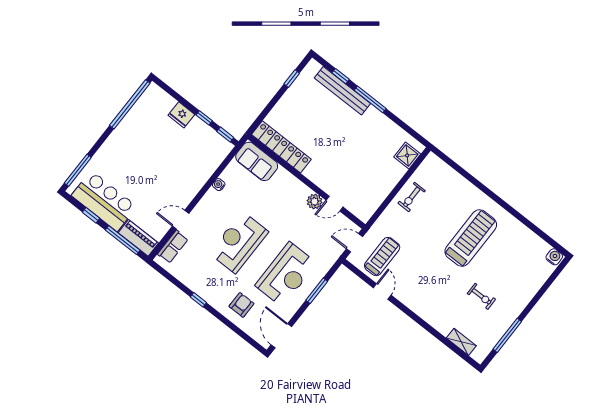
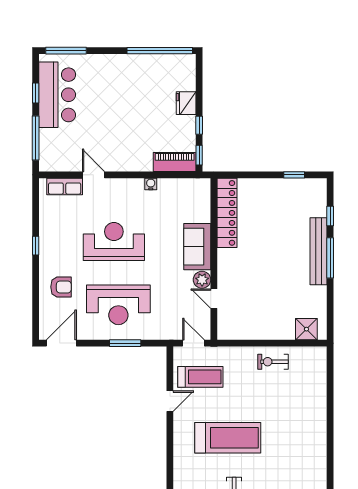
bench: (342, 91) -> (318, 251), moved
sofa: (257, 161) -> (197, 247), moved
piano: (138, 238) -> (175, 162), moved, turned -90
treadmill: (471, 238) -> (228, 438), moved

